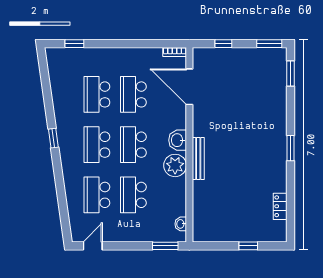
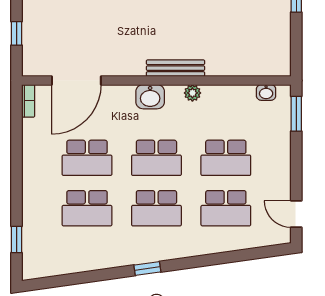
plant: (175, 165) -> (192, 93), width x0.53, depth x0.53

